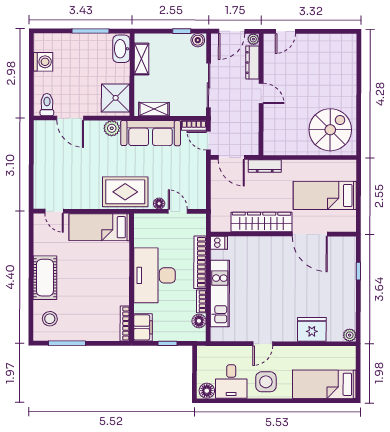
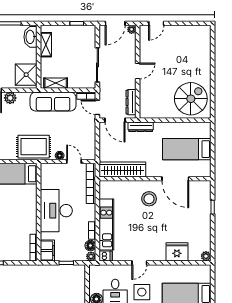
boiler: (198, 40) -> (89, 30), removed
dresser: (252, 63) -> (131, 102), moved
door: (261, 93) -> (138, 71), hinge flipped
plant: (112, 128) -> (10, 98), moved
wardrobe: (262, 222) -> (122, 170), moved
dishwasher: (219, 243) -> (106, 256), moved
stool: (276, 260) -> (149, 199), added
bookcase: (200, 262) -> (91, 183), moved
plant: (200, 335) -> (91, 256), added

